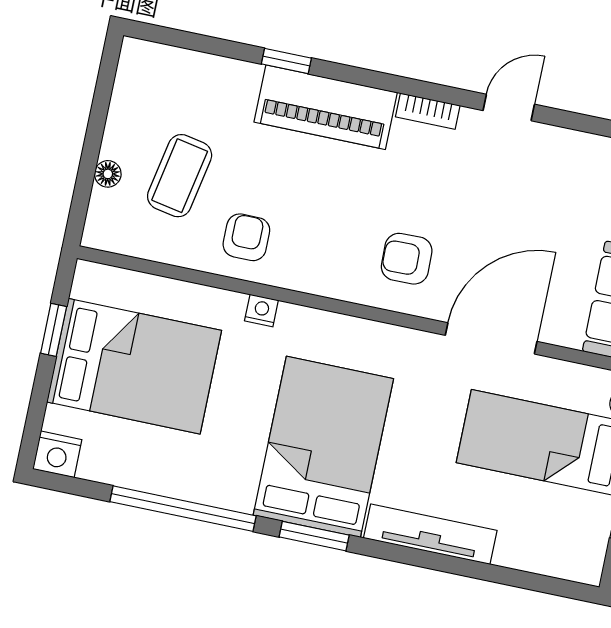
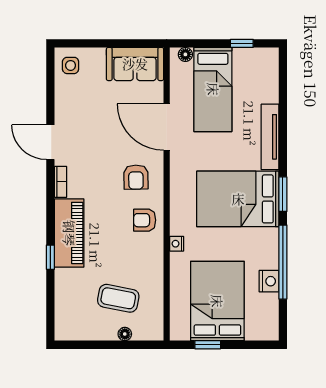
door: (509, 107) -> (50, 142), width x1.38
armchair: (246, 237) -> (145, 220), moved
nightstand: (57, 454) -> (269, 281), moved

